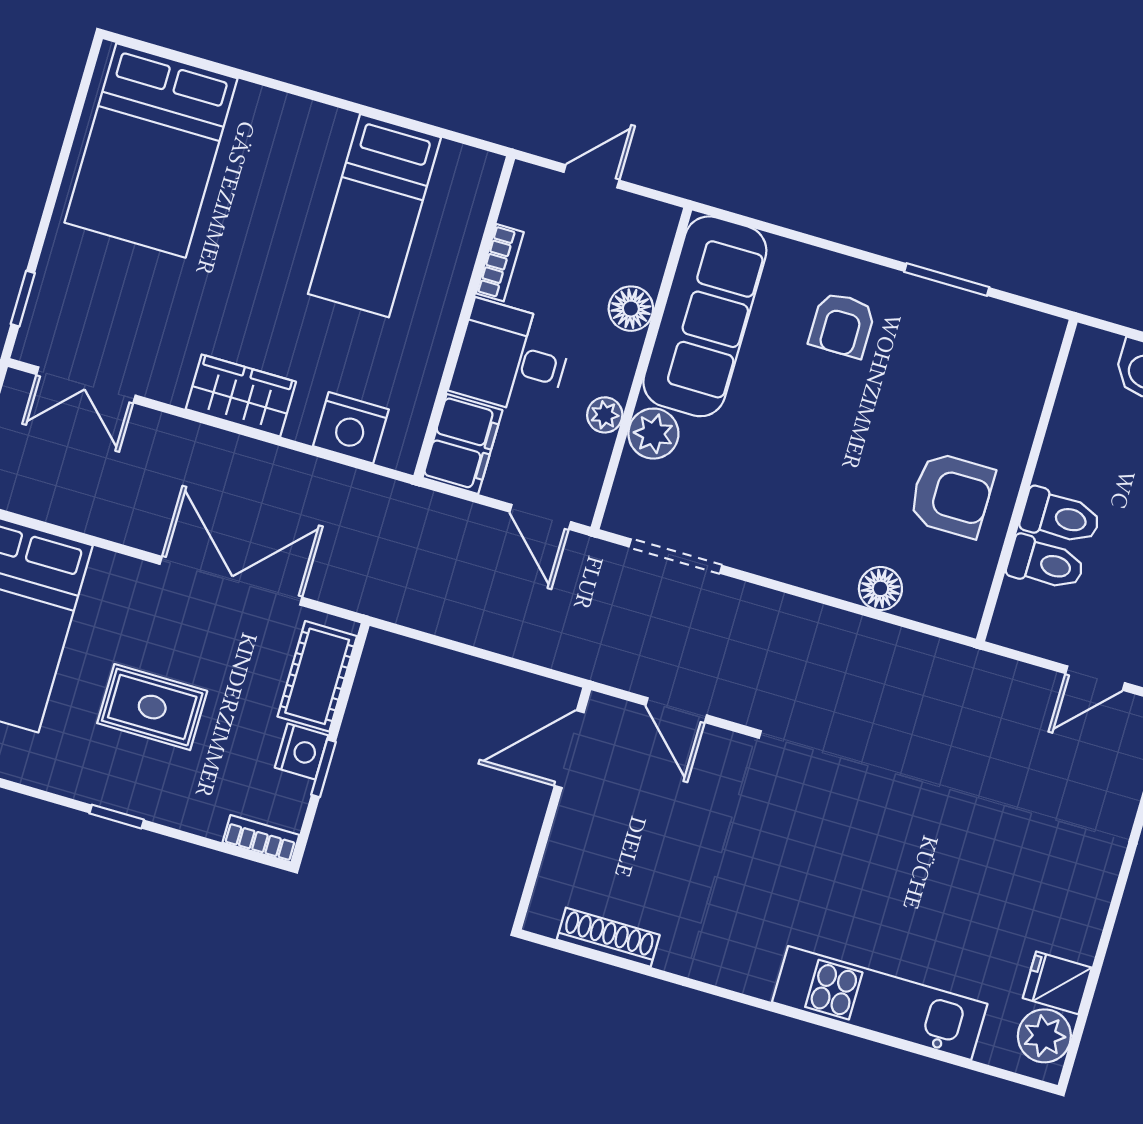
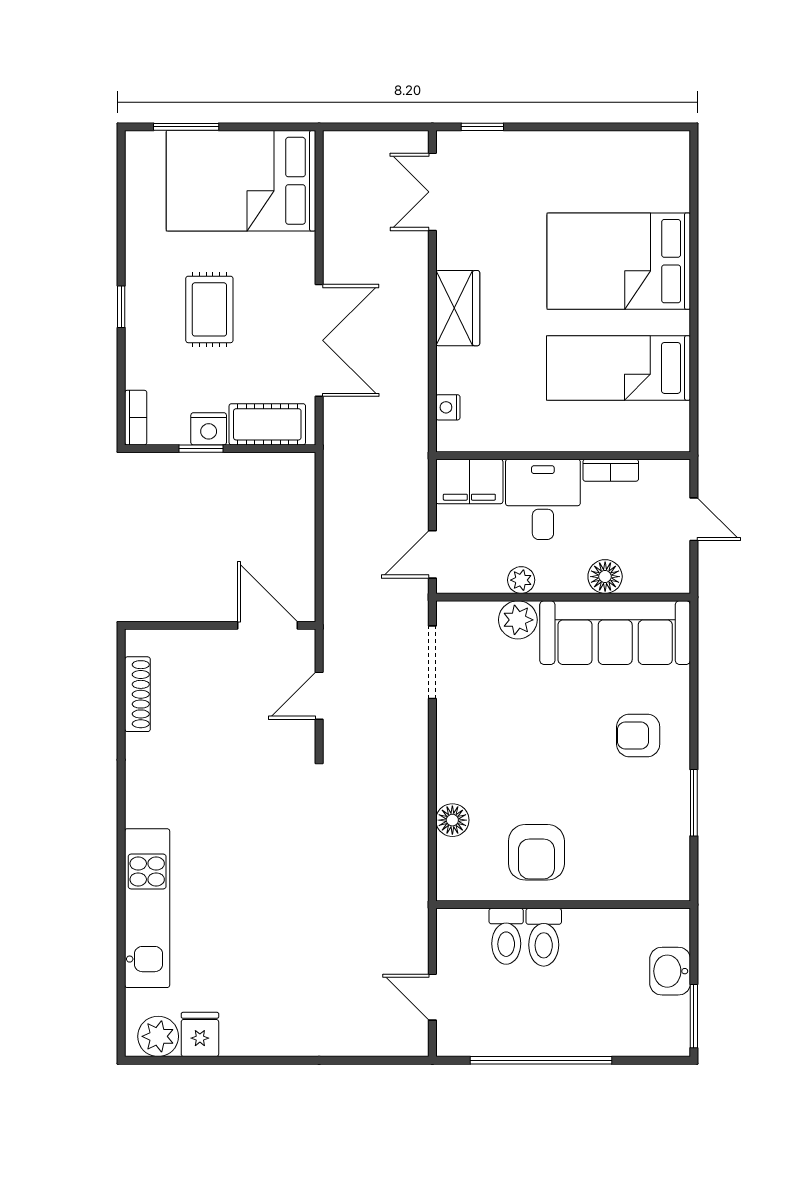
bed: (151, 150) -> (619, 261), moved
nightstand: (351, 428) -> (448, 407), width x0.53, depth x0.56

